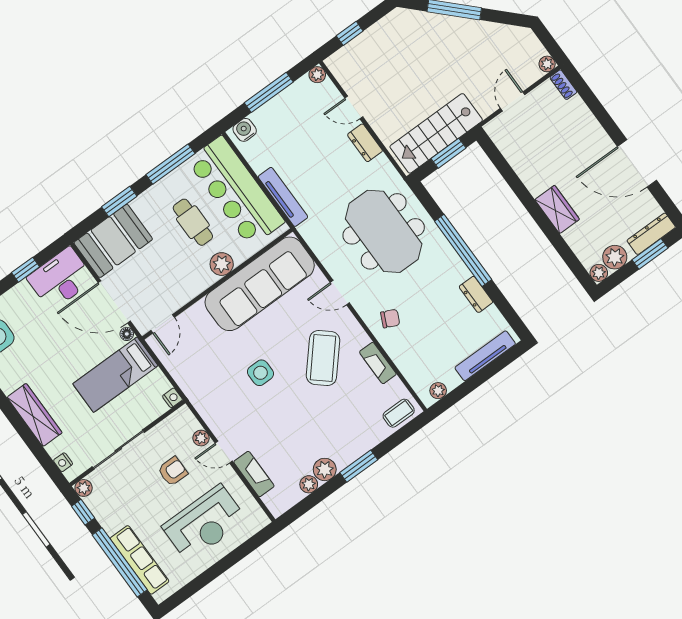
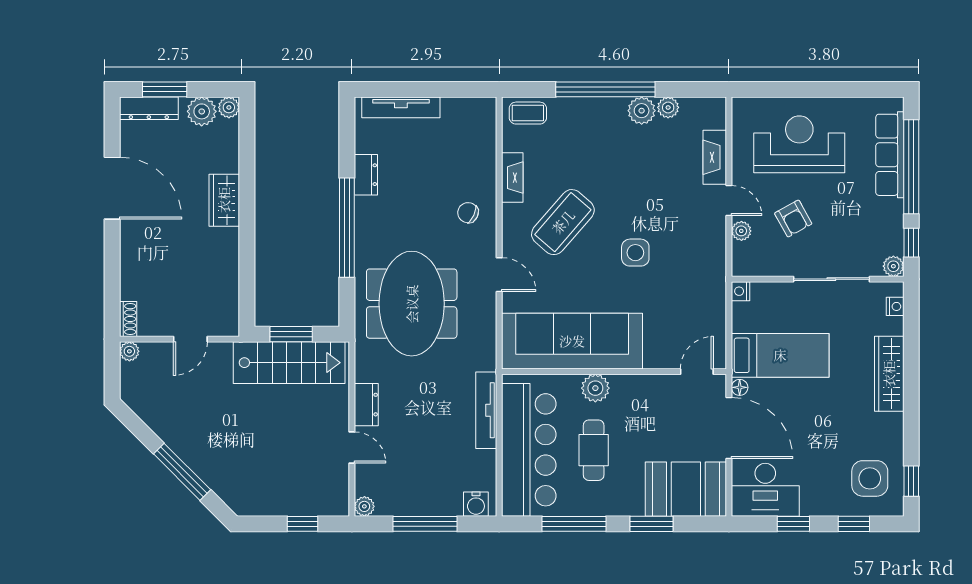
plant: (438, 391) -> (473, 107), removed
window: (359, 466) -> (605, 89), width x2.11
armchair: (173, 471) -> (793, 218), turned -119

